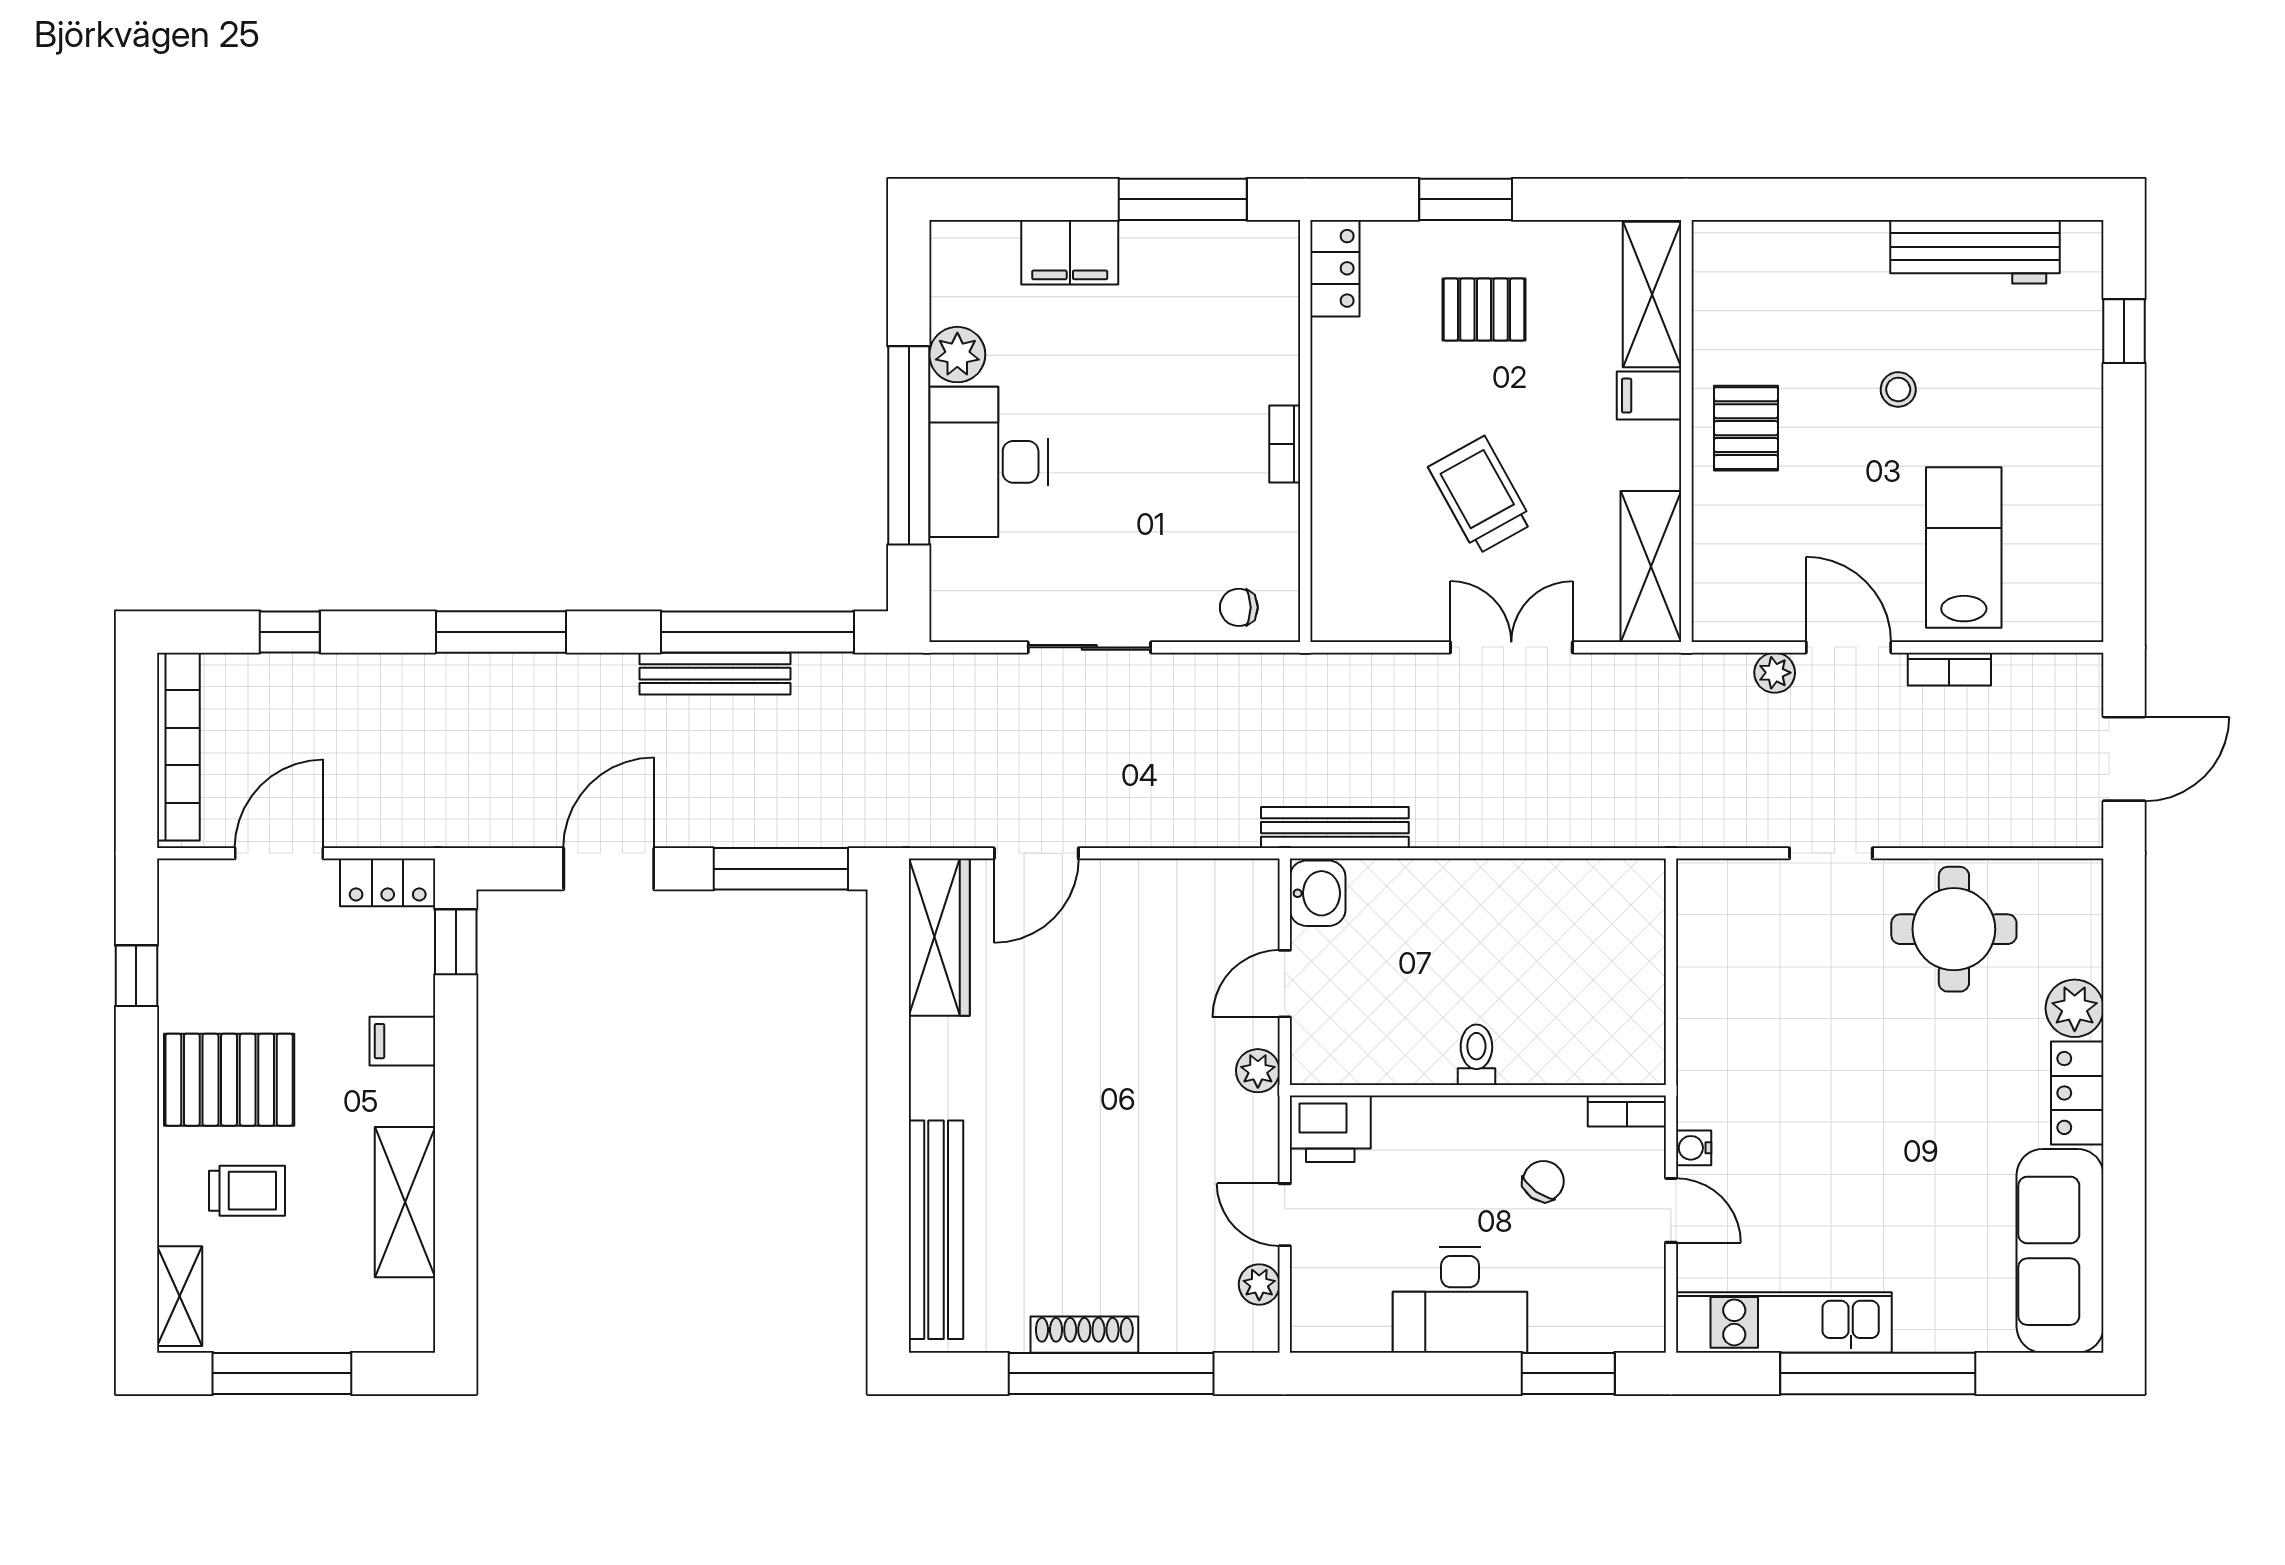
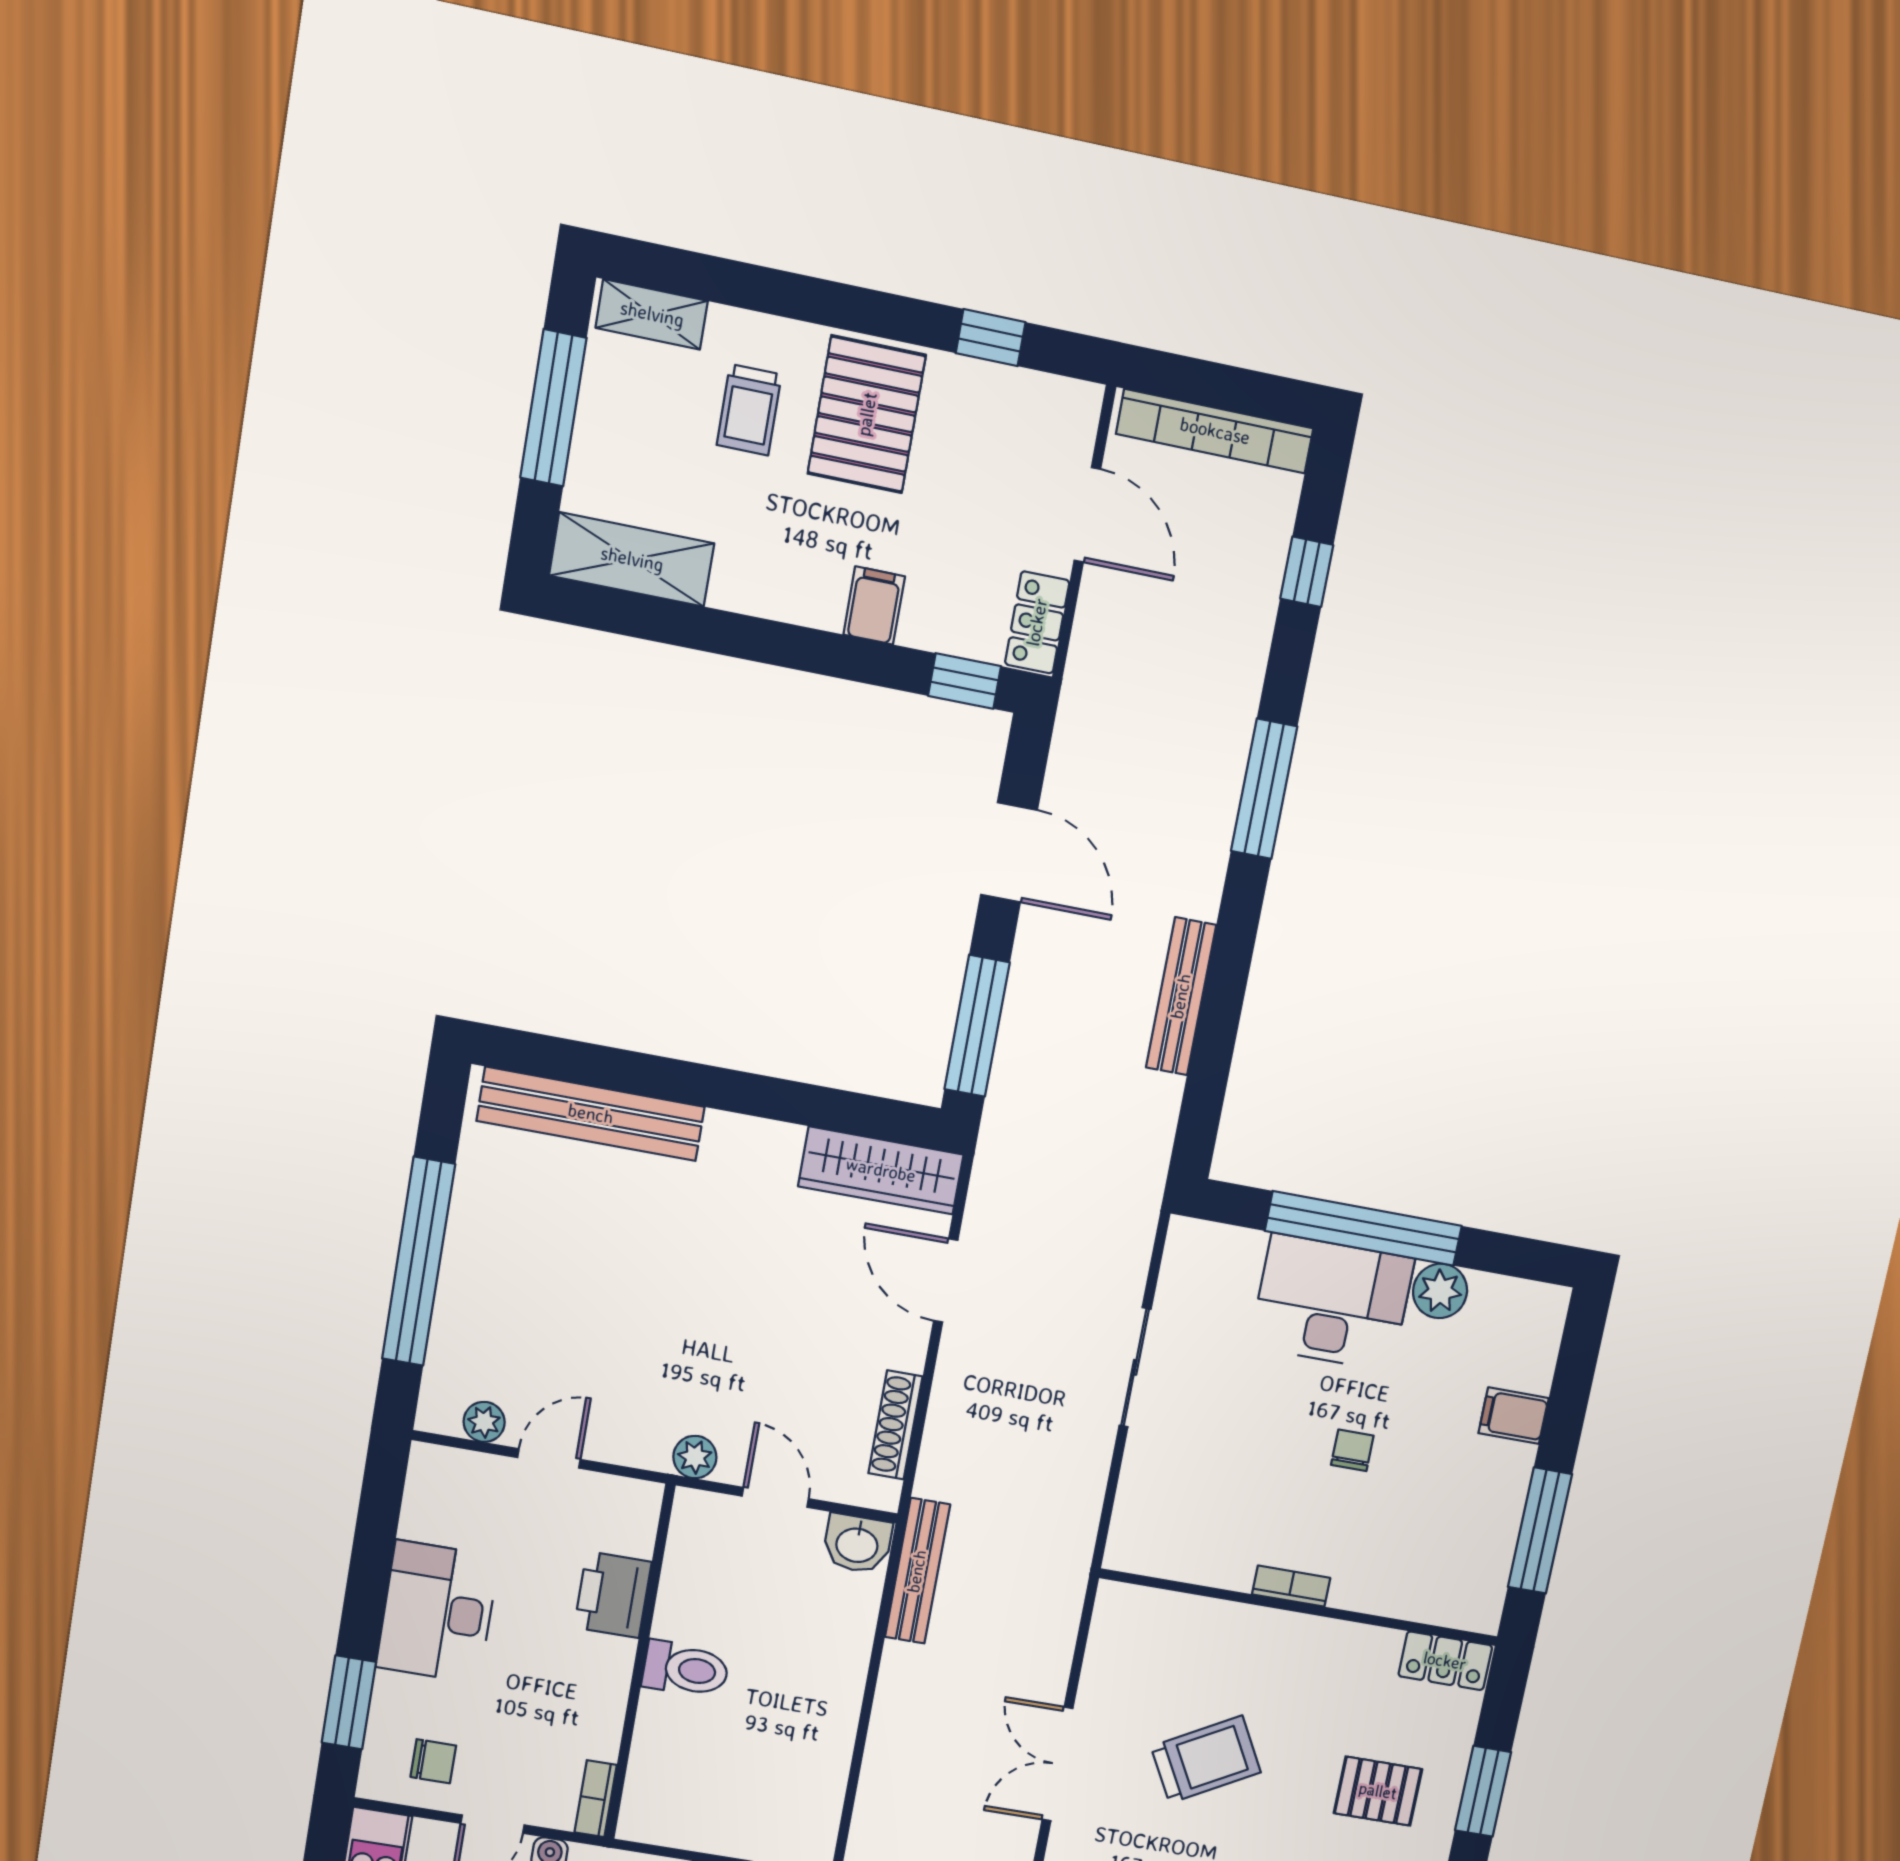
filing cabinet: (1070, 252) -> (1514, 1416), width x0.50
pallet: (1484, 310) -> (1378, 1791), turned 90
chair: (1239, 607) -> (1352, 1450), moved
window: (757, 632) -> (1213, 1046), removed
double door: (1511, 647) -> (1057, 1764), swing flipped
toilet: (1476, 1055) -> (686, 1669), width x1.37, depth x1.39
printer: (1330, 1129) -> (613, 1595), moved
chair: (1543, 1181) -> (433, 1761), moved, turned -36
shelving: (405, 1202) -> (632, 559), moved
shoe rack: (1084, 1335) -> (895, 1425), moved, turned 180

